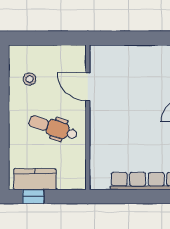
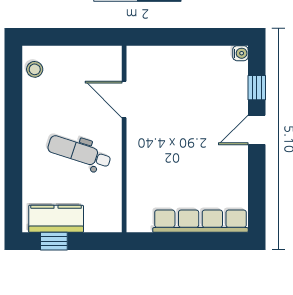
stool: (29, 79) -> (35, 69), moved

